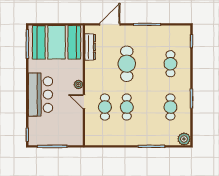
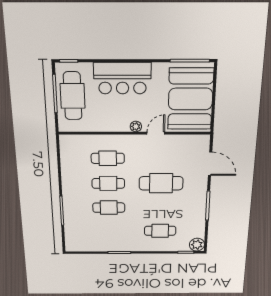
dresser: (90, 47) -> (183, 141), removed
door: (84, 102) -> (156, 133), moved
cafe table: (170, 107) -> (109, 208), moved
cafe table: (54, 133) -> (73, 96), added
plant: (184, 139) -> (197, 245), moved

